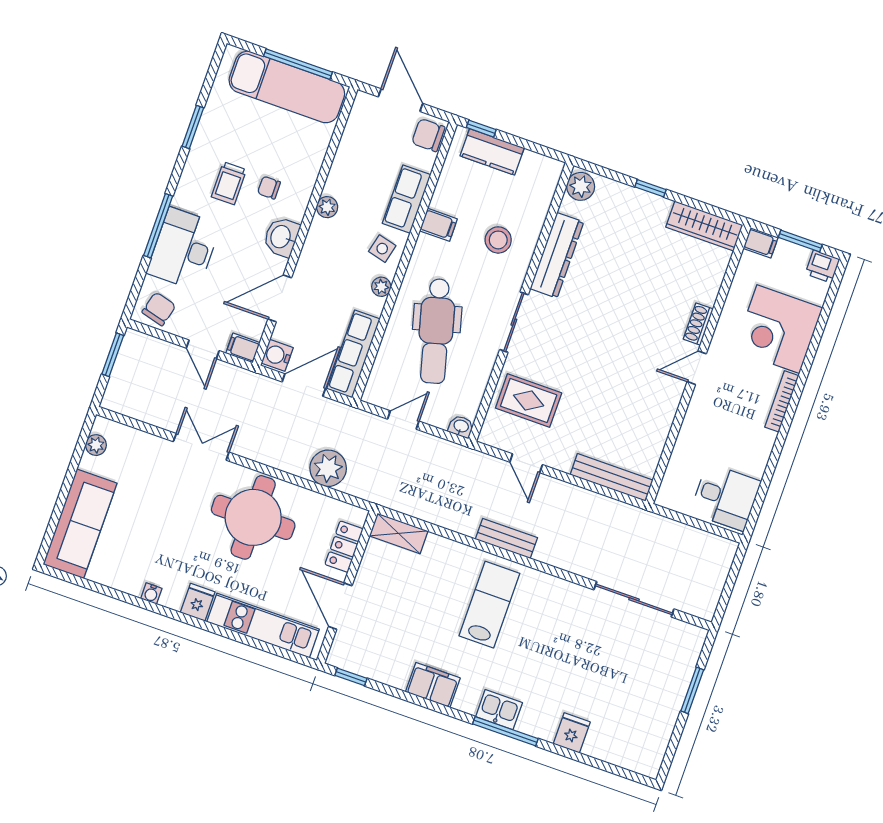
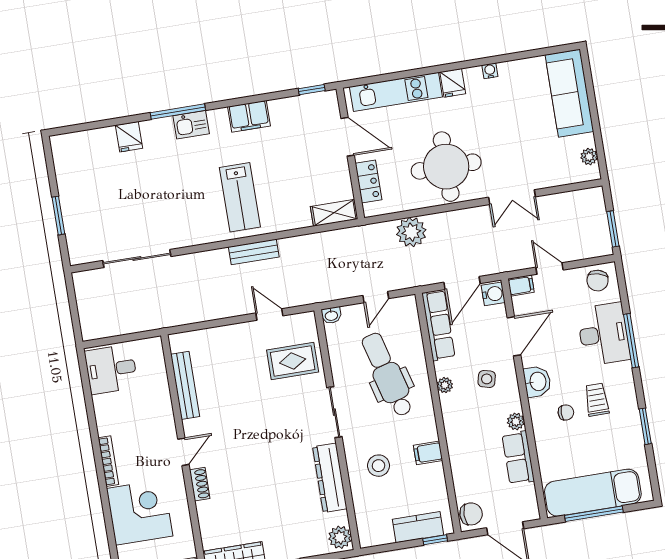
row of seats: (407, 199) -> (518, 458), moved, turned 180
side table: (382, 249) -> (487, 379), moved
bench: (612, 477) -> (185, 385), moved, turned 90

